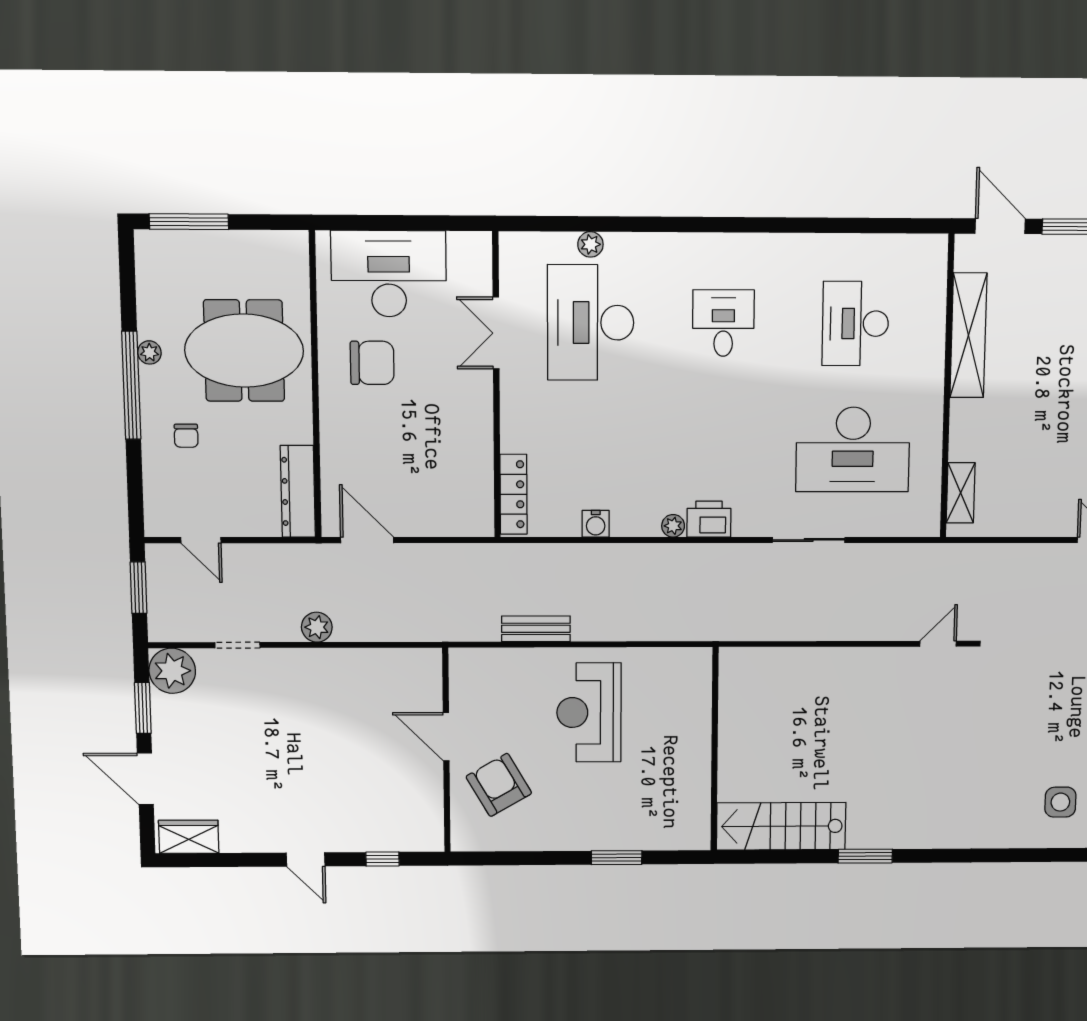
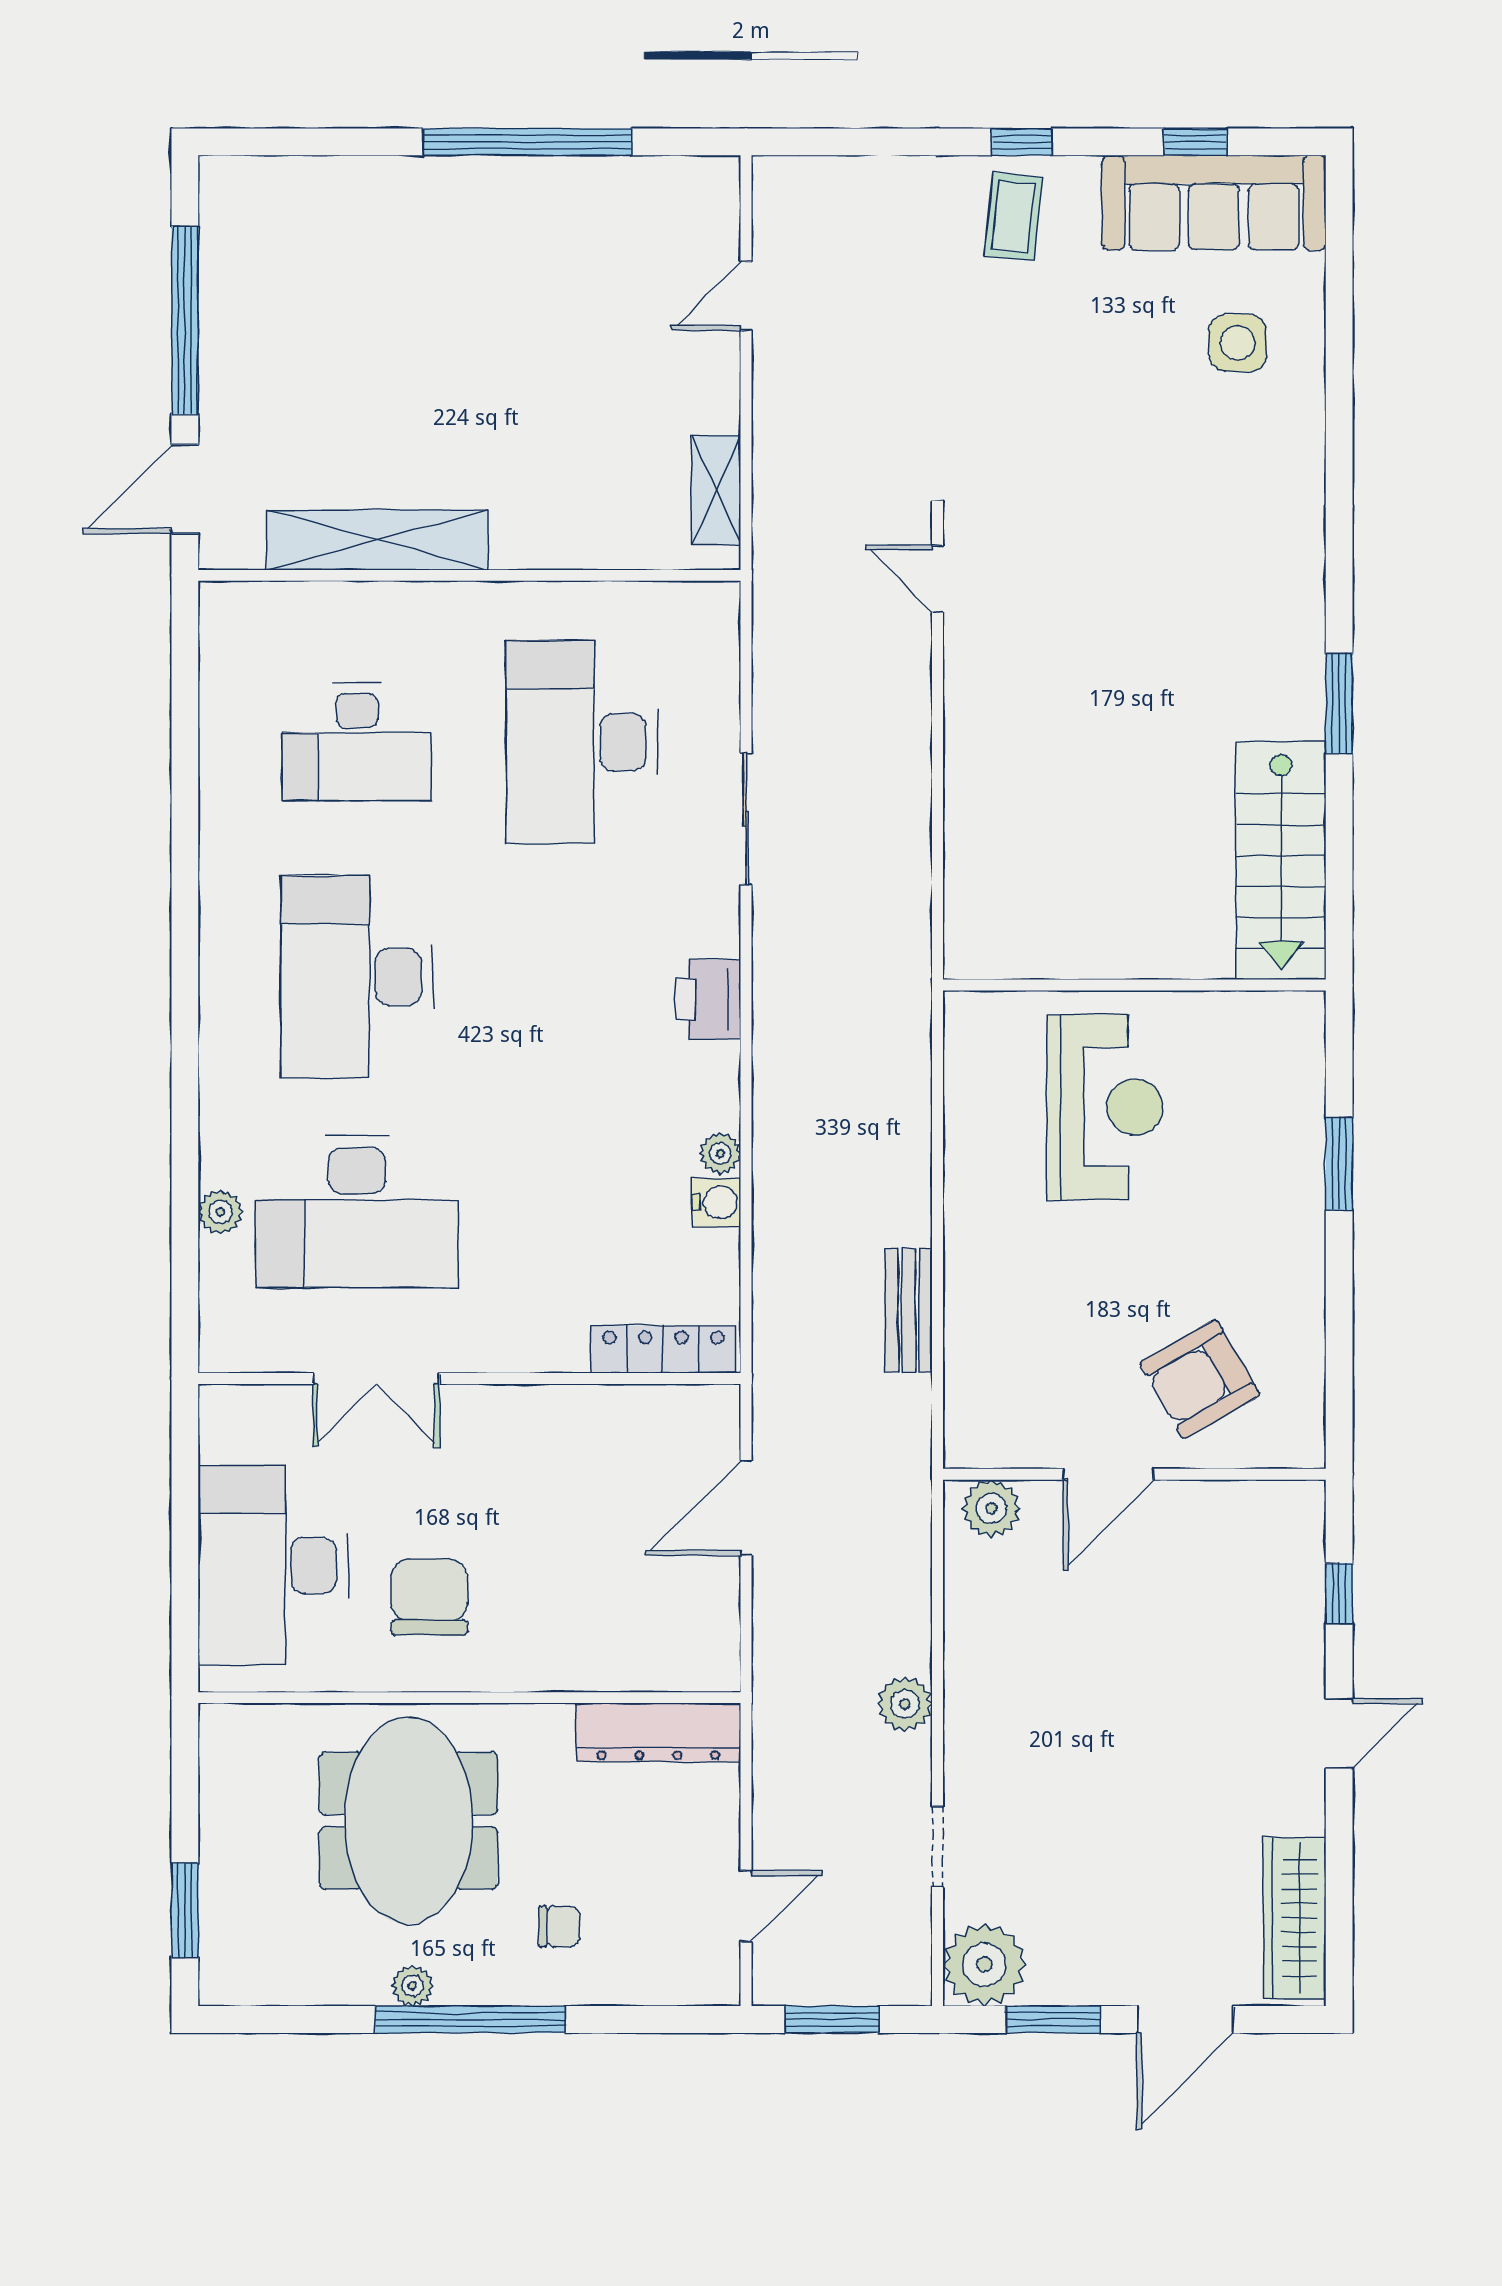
window: (189, 222) -> (185, 1910), width x0.69
desk: (723, 323) -> (357, 977), width x1.87, depth x1.30
desk: (853, 450) -> (582, 742), turned 180
shelving: (961, 493) -> (716, 490), moved, turned 90
plant: (673, 526) -> (720, 1154), moved
door: (367, 540) -> (746, 1508), moved
plant: (426, 674) -> (991, 1508), added
reception desk: (589, 712) -> (1105, 1107), moved, turned -90
wardrobe: (189, 837) -> (1295, 1918), width x1.50

